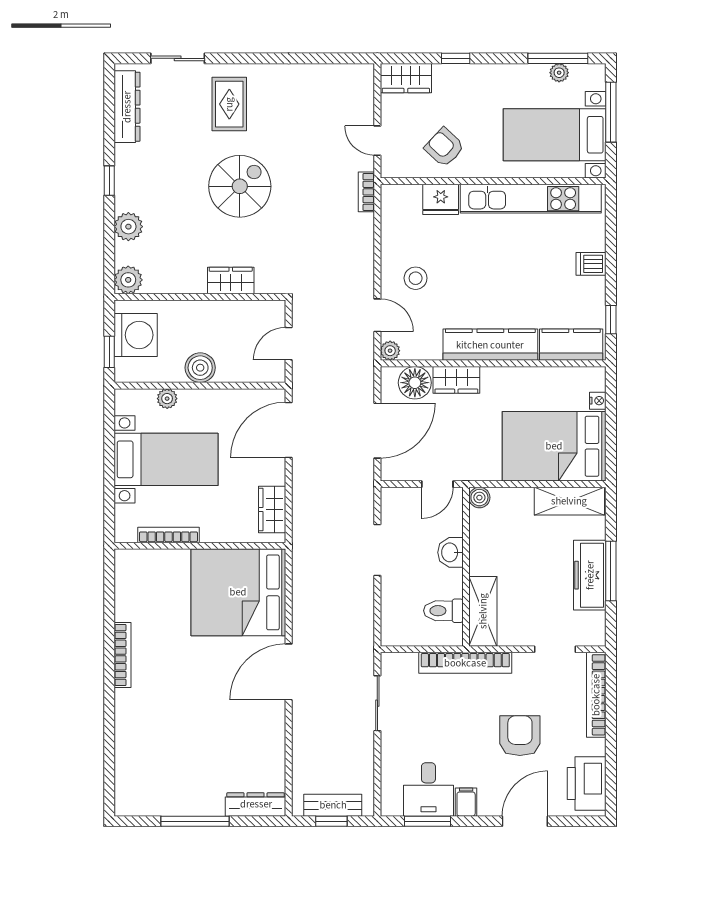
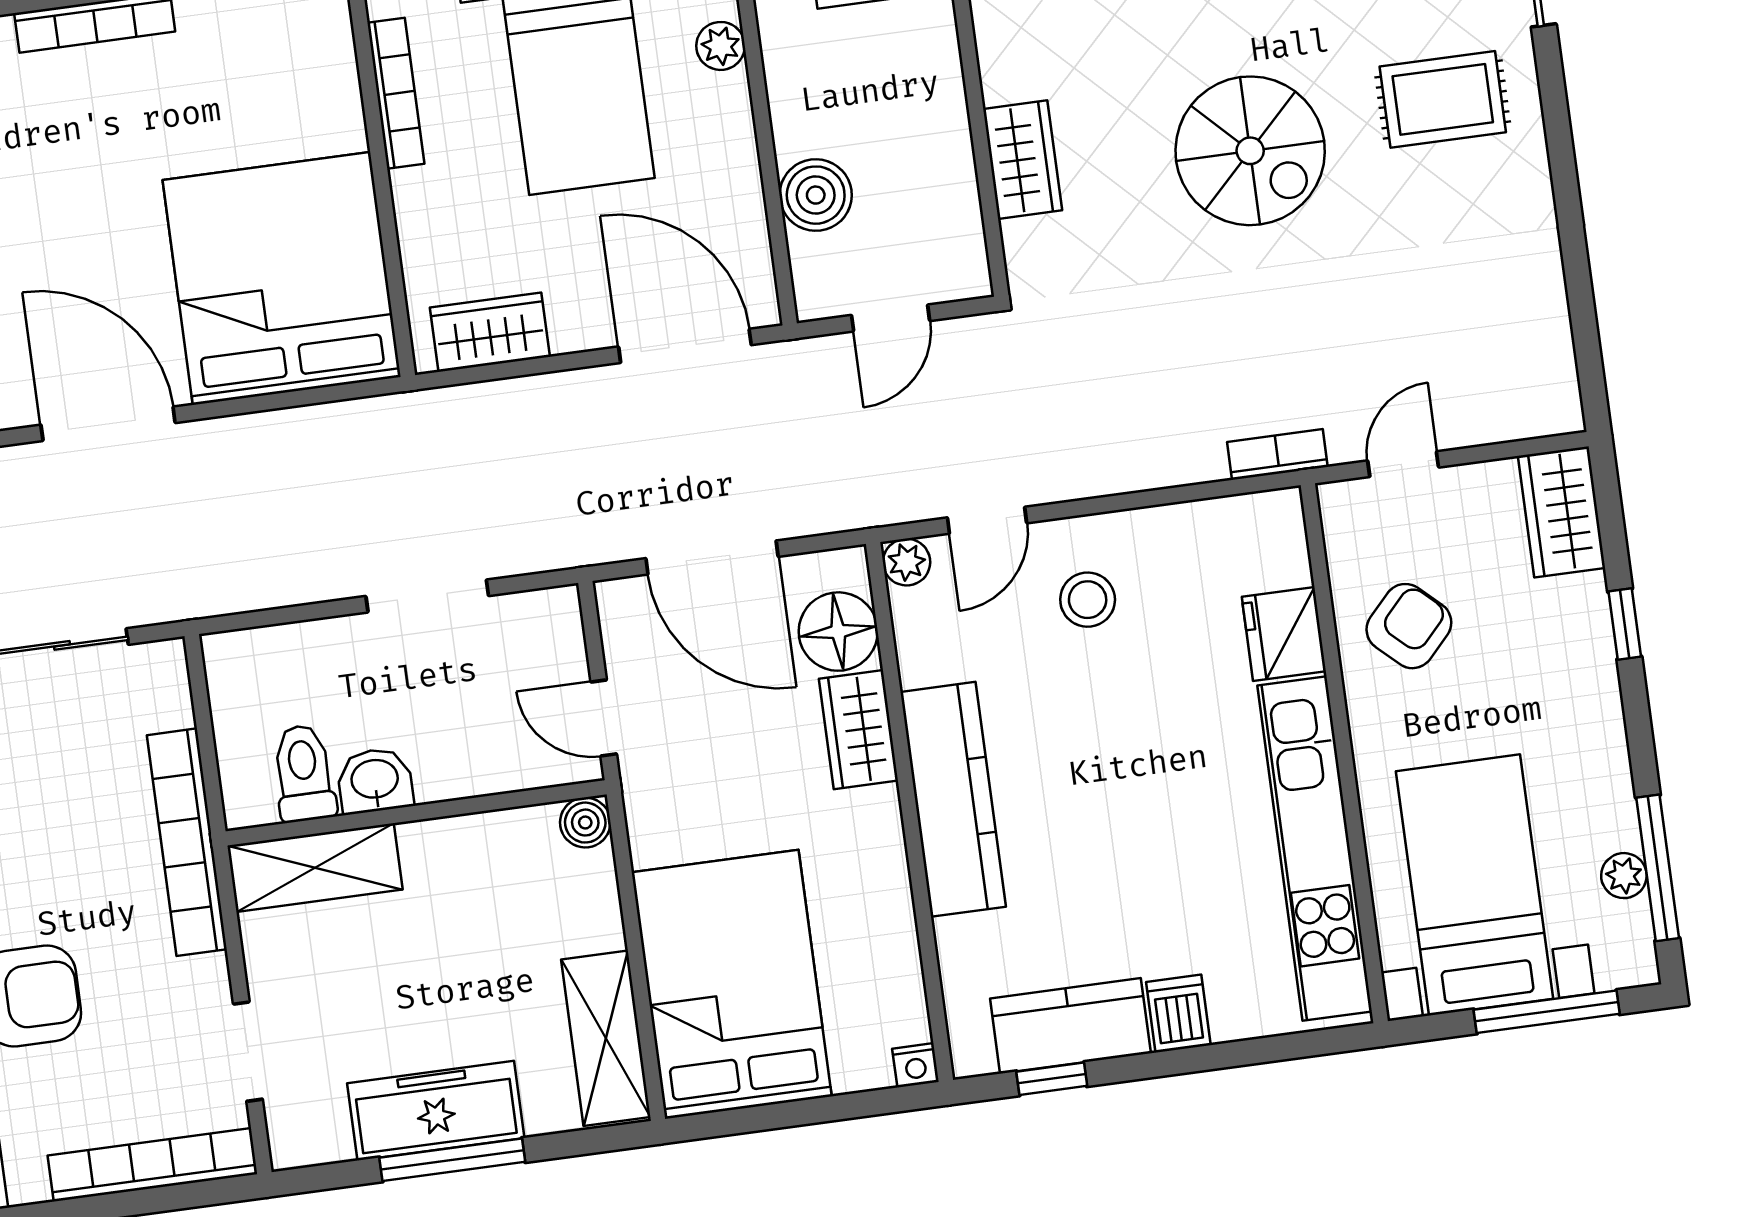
door: (289, 344) -> (891, 318), swing flipped
kitchen counter: (571, 345) -> (1070, 1026), moved, turned -90
boiler: (200, 368) -> (816, 195), moved
nightstand: (598, 401) -> (916, 1065), moved
washbasin: (450, 552) -> (375, 781), moved

